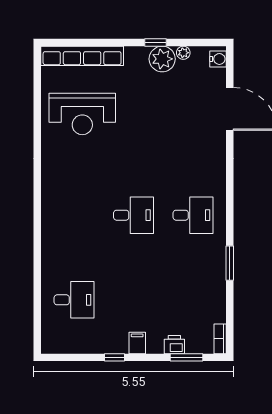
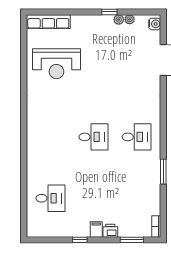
row of seats: (82, 56) -> (48, 22), width x0.73
plant: (162, 59) -> (119, 20), width x0.53, depth x0.53
printer: (174, 345) -> (110, 231), moved

